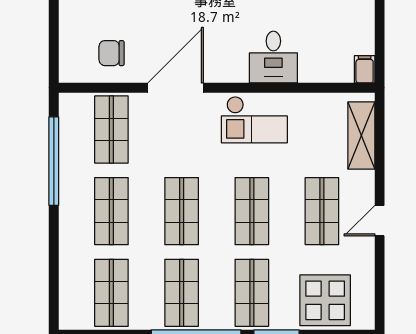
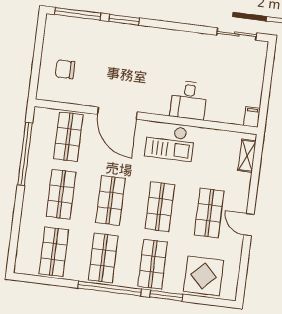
chair: (111, 53) -> (65, 69), moved
door: (176, 88) -> (117, 113), swing flipped
shelving: (361, 136) -> (247, 156), width x0.67, depth x0.75
door: (380, 221) -> (249, 225), hinge flipped

